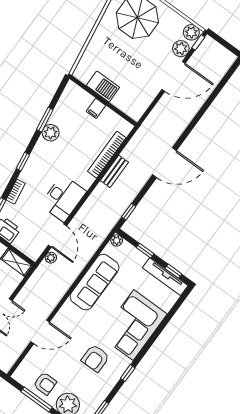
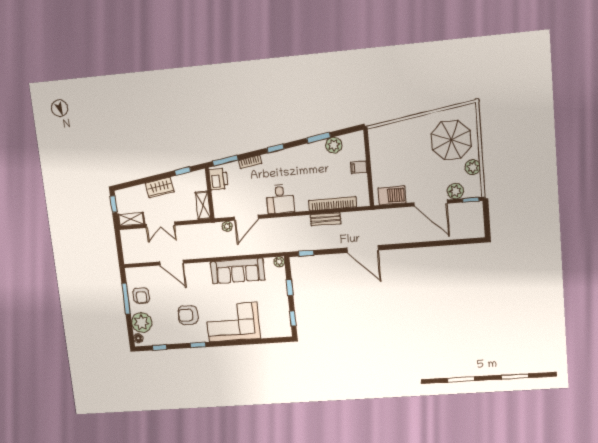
plant: (191, 32) -> (473, 167), moved
barbecue: (103, 86) -> (392, 195), moved, turned -90
plant: (51, 133) -> (334, 145), moved
desk: (63, 198) -> (280, 199), width x0.73
tv unit: (165, 277) -> (284, 316), removed

